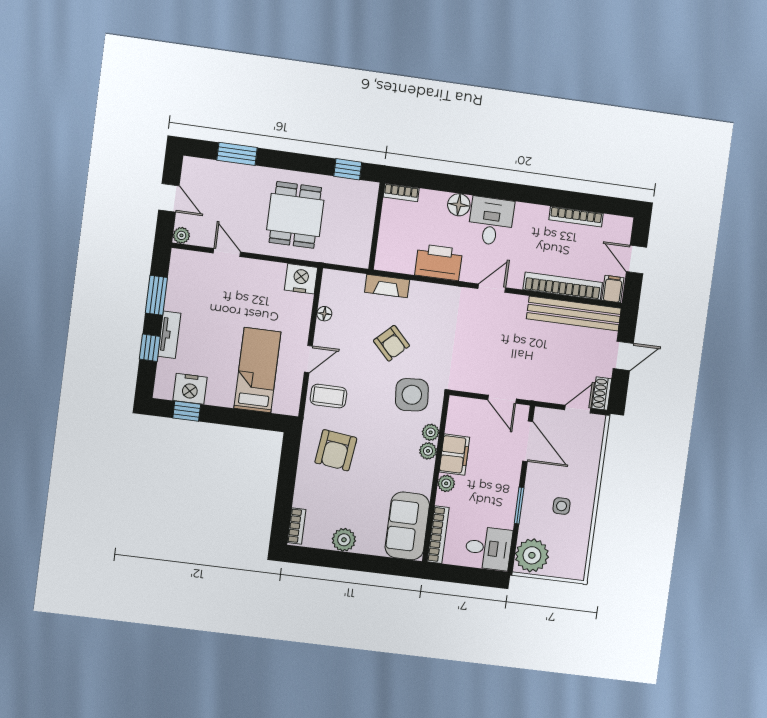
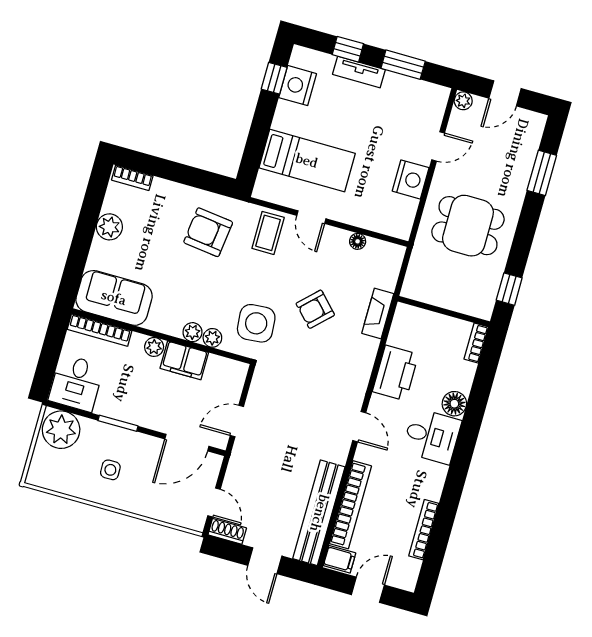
nightstand: (301, 279) -> (411, 179), moved

